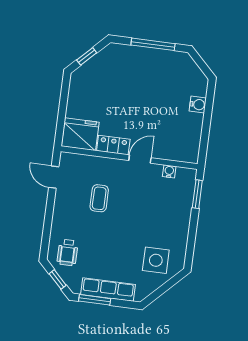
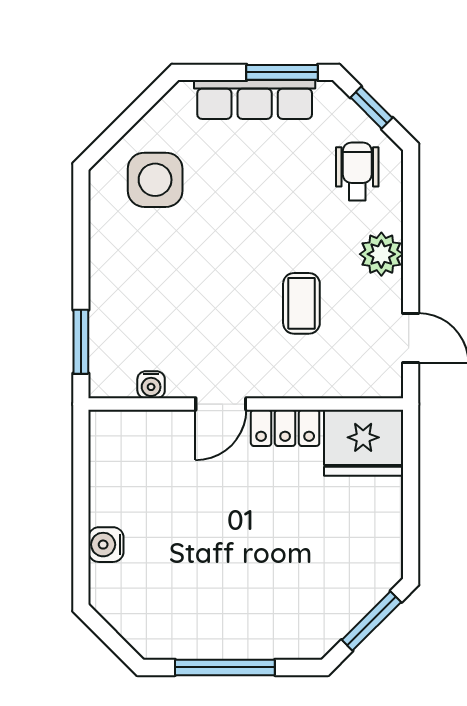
window: (87, 56) -> (371, 621), width x1.50
plant: (62, 215) -> (381, 254), added

